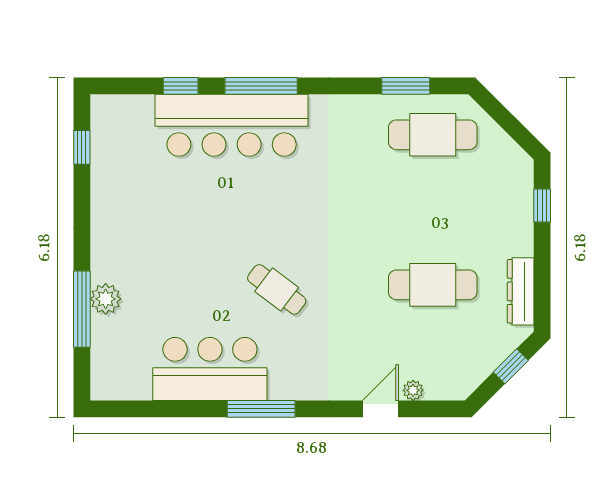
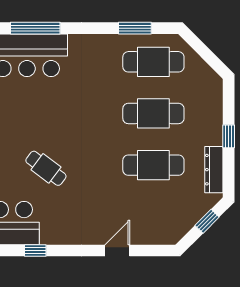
window: (542, 206) -> (229, 136), moved
cafe table: (433, 210) -> (153, 113), added
plant: (413, 390) -> (140, 238), removed
window: (261, 409) -> (35, 251), width x0.46

